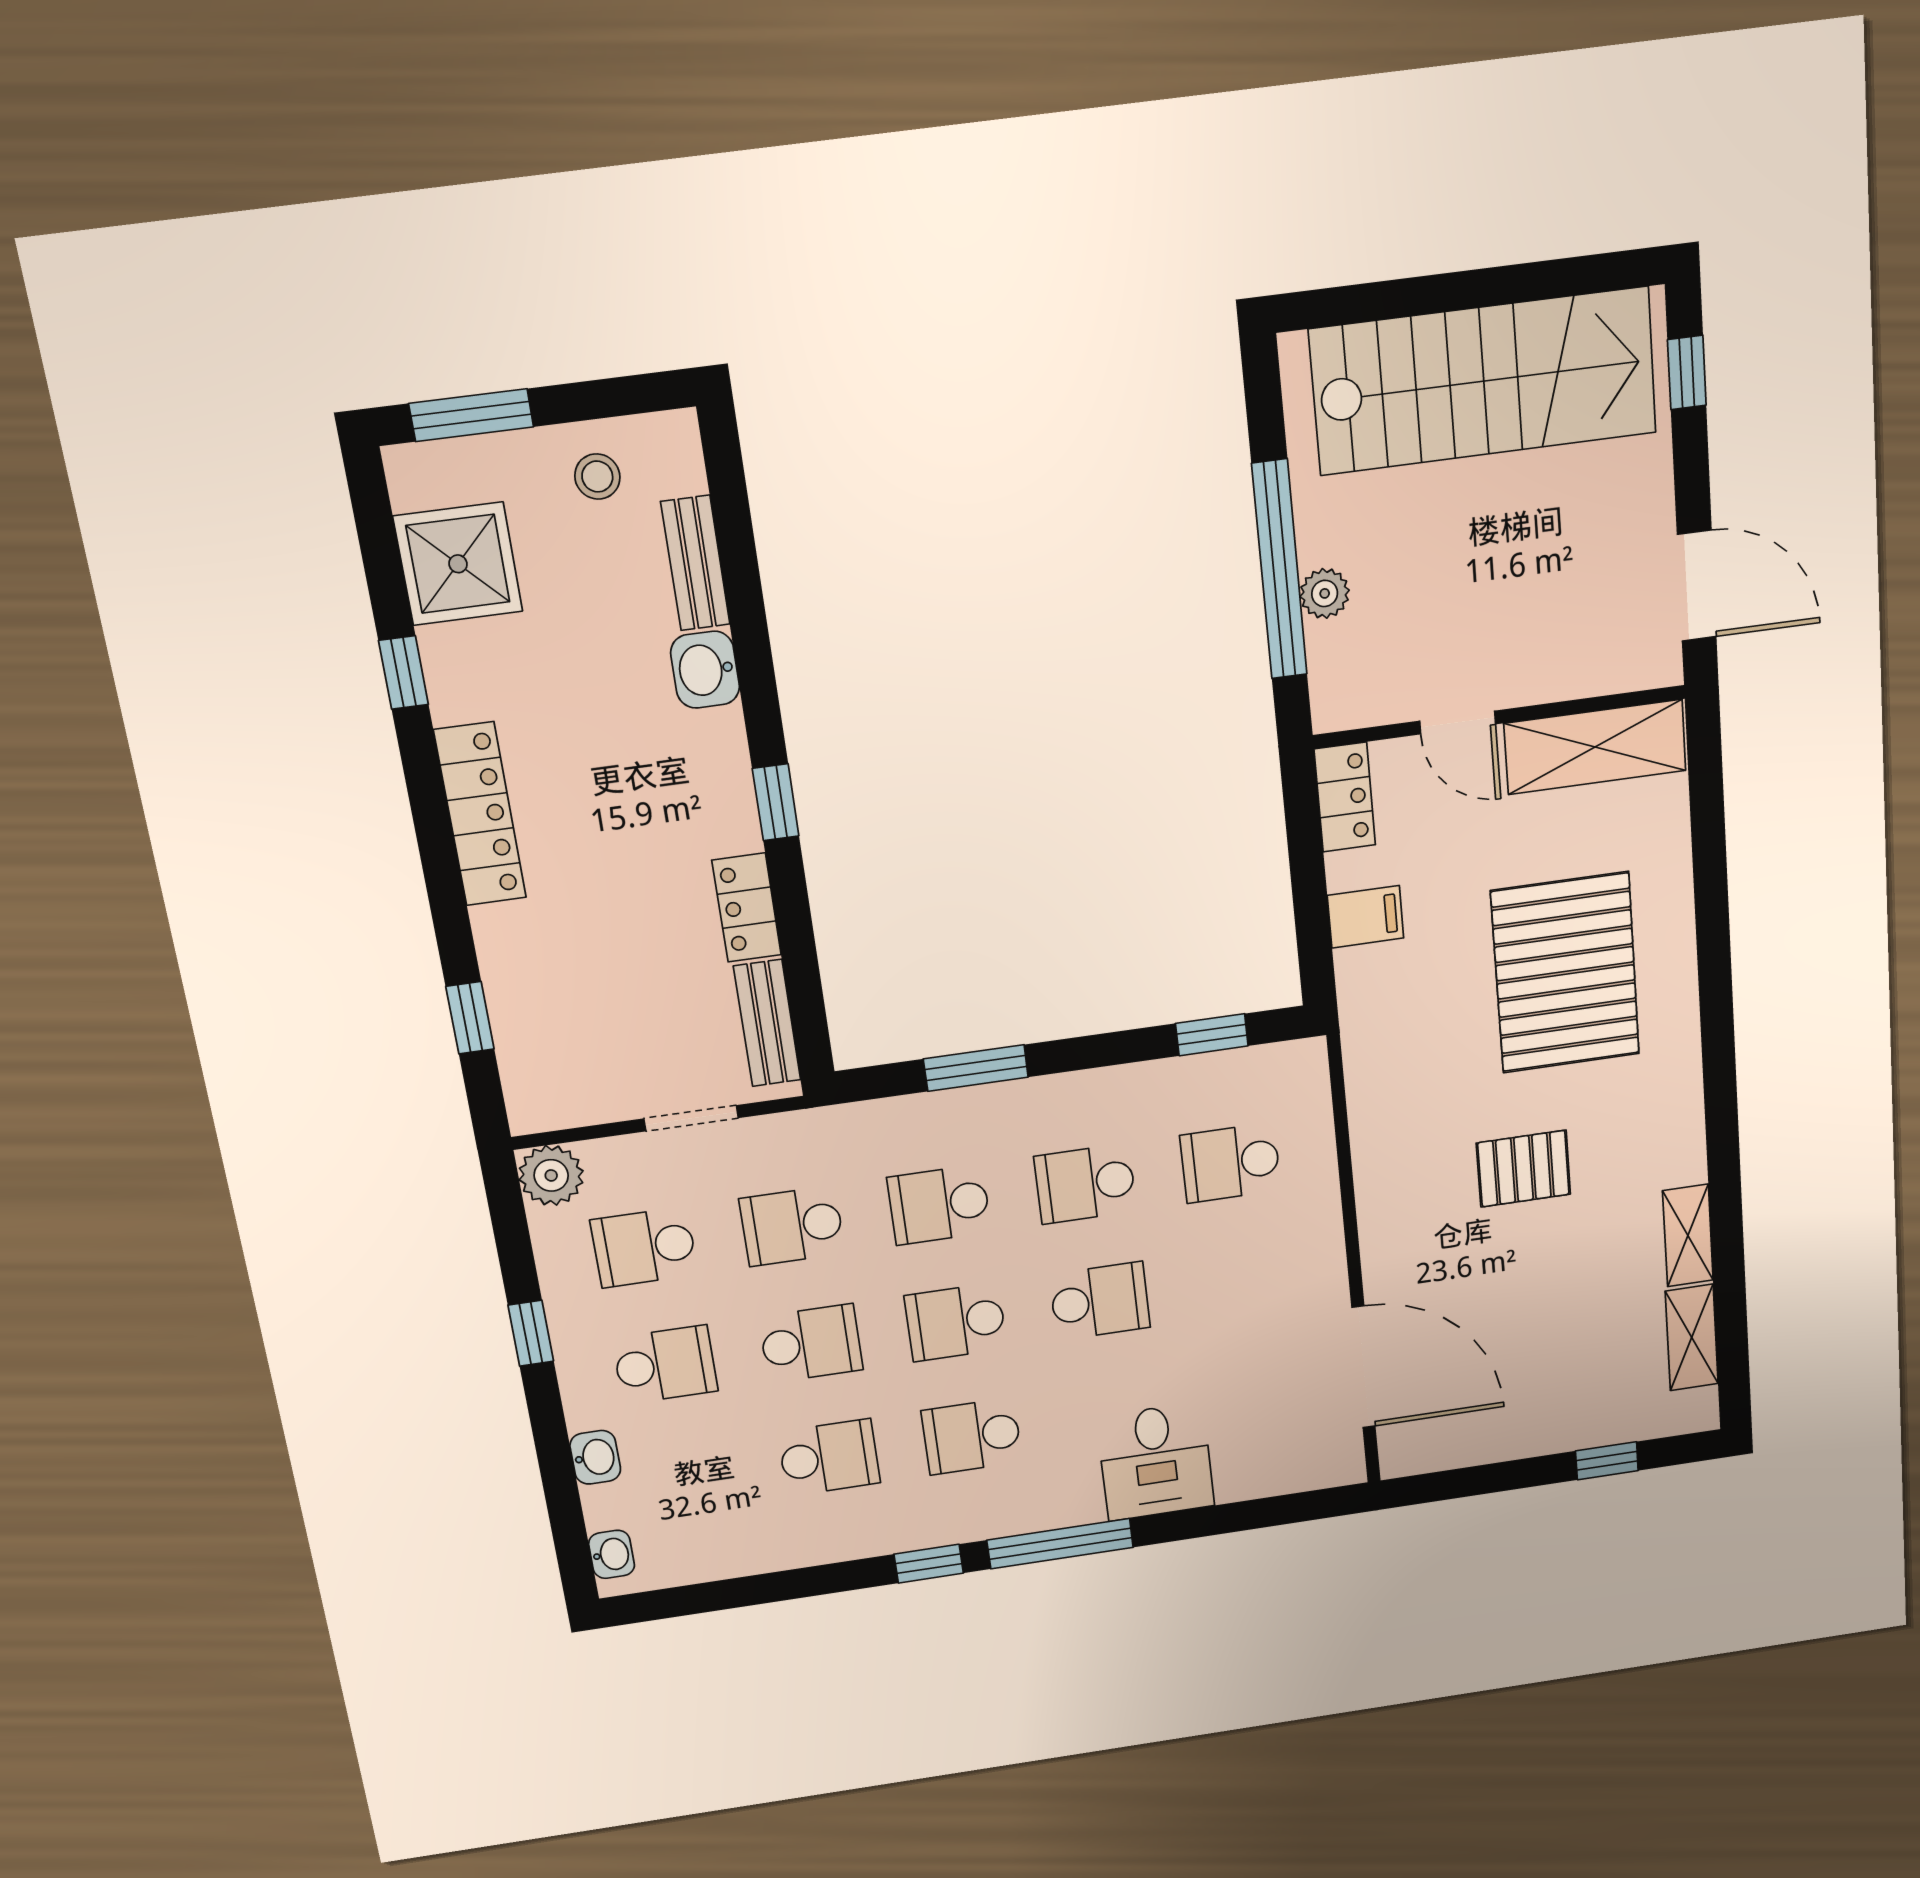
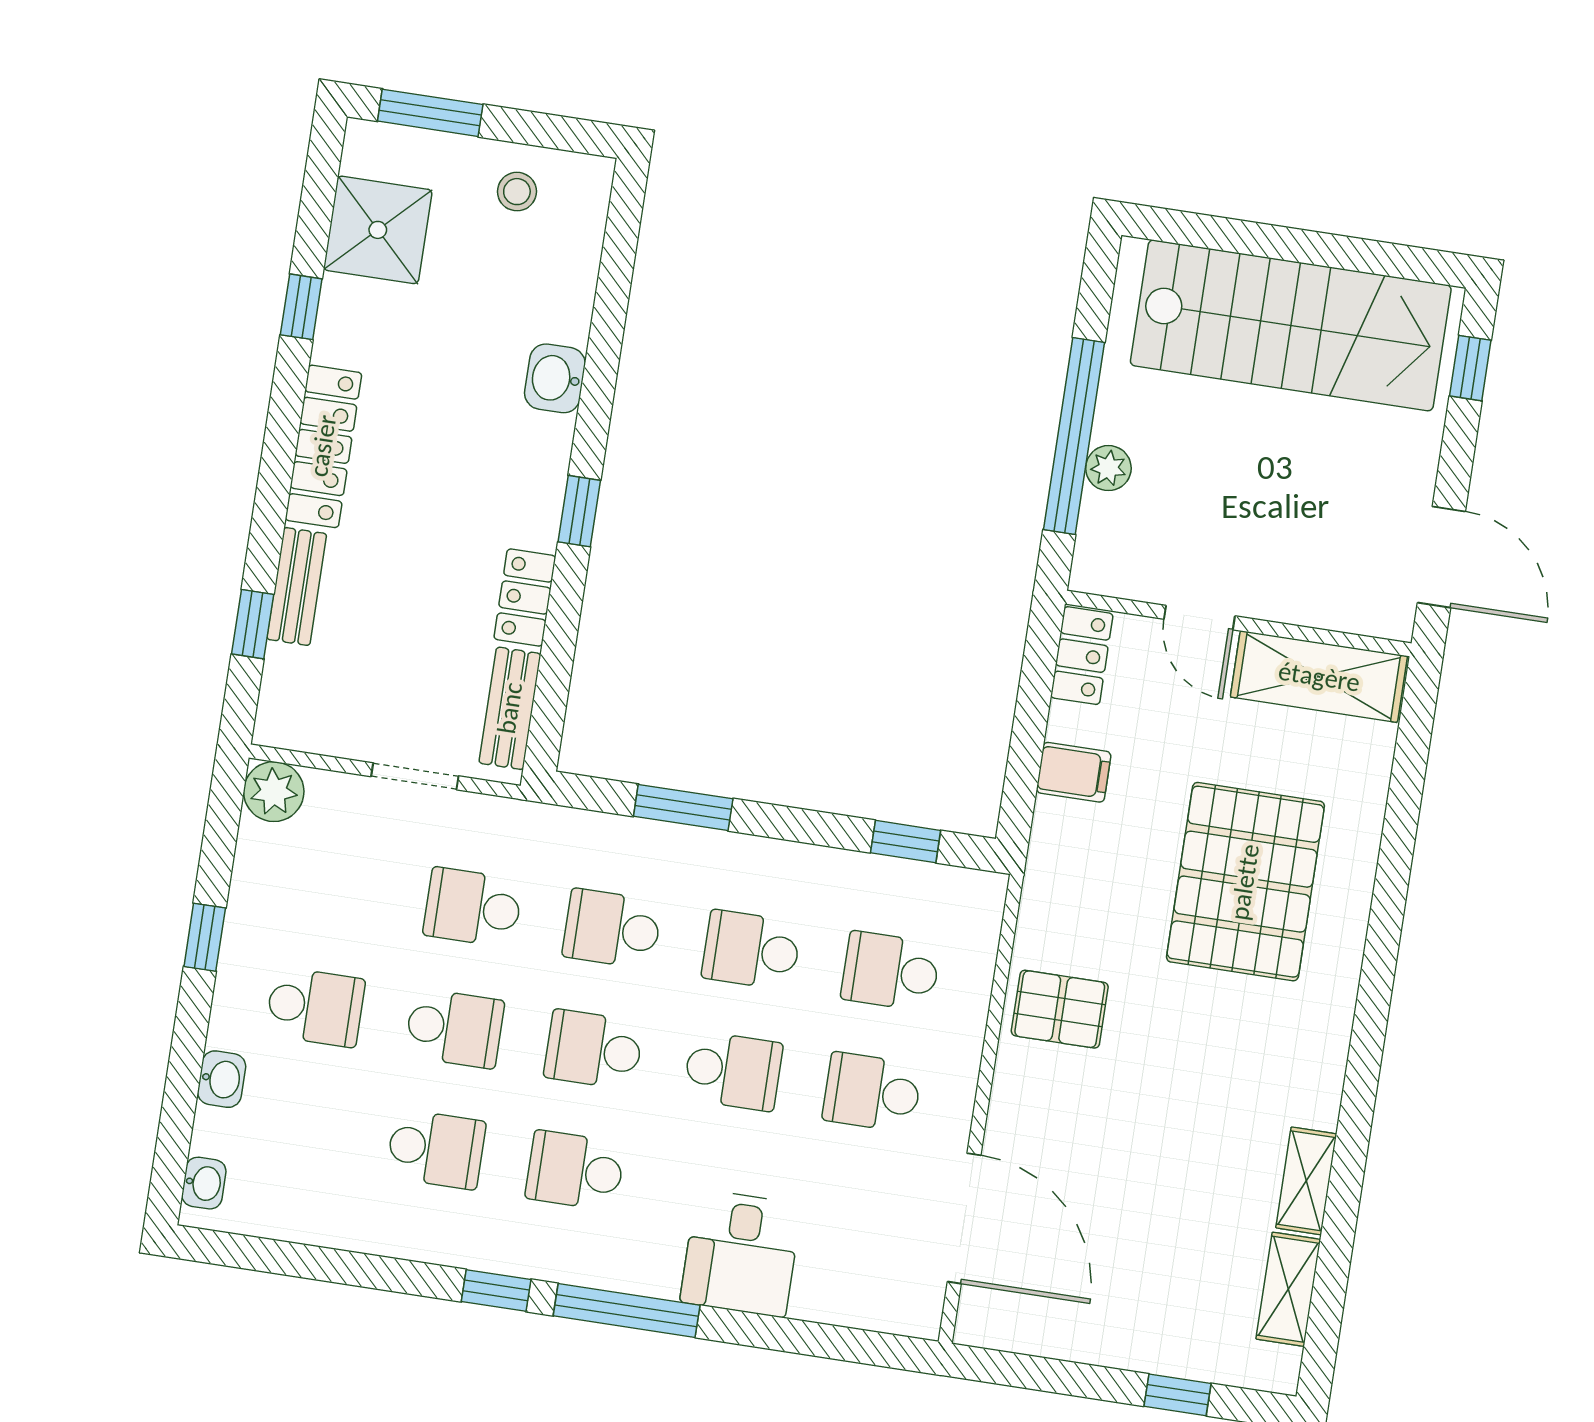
bench: (695, 563) -> (297, 586), moved
pallet: (1523, 1169) -> (1060, 1009), moved
school desk: (644, 1247) -> (872, 1092), moved

